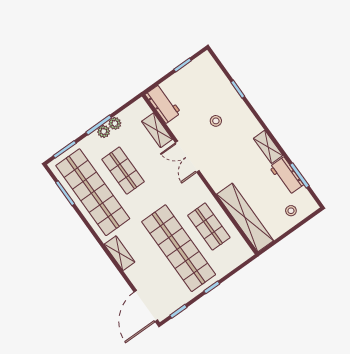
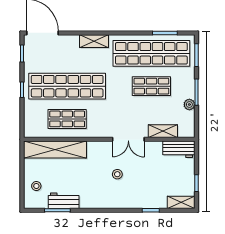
stool: (216, 121) -> (117, 174), moved
plant: (104, 132) -> (189, 92), removed
shelving: (268, 147) -> (181, 202), moved
double door: (187, 157) -> (128, 139), swing flipped

